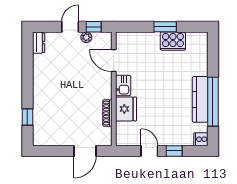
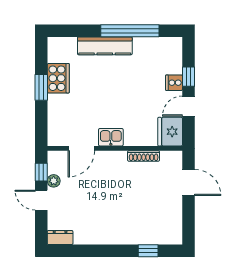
kitchen counter: (200, 99) -> (105, 46), moved
fridge: (126, 109) -> (170, 132), moved, turned -90
cooker: (201, 139) -> (174, 83), moved, turned 90

